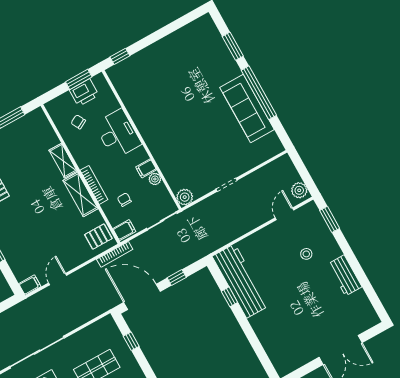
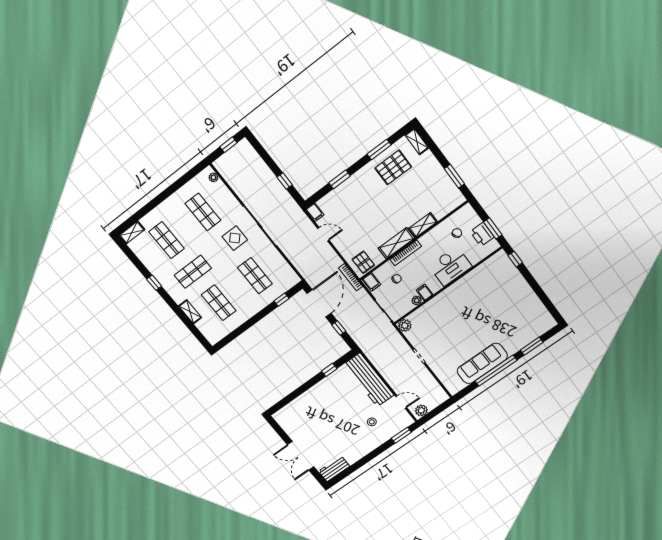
workbench: (345, 275) -> (334, 469), moved
workbench: (241, 281) -> (369, 380), moved, turned 90

